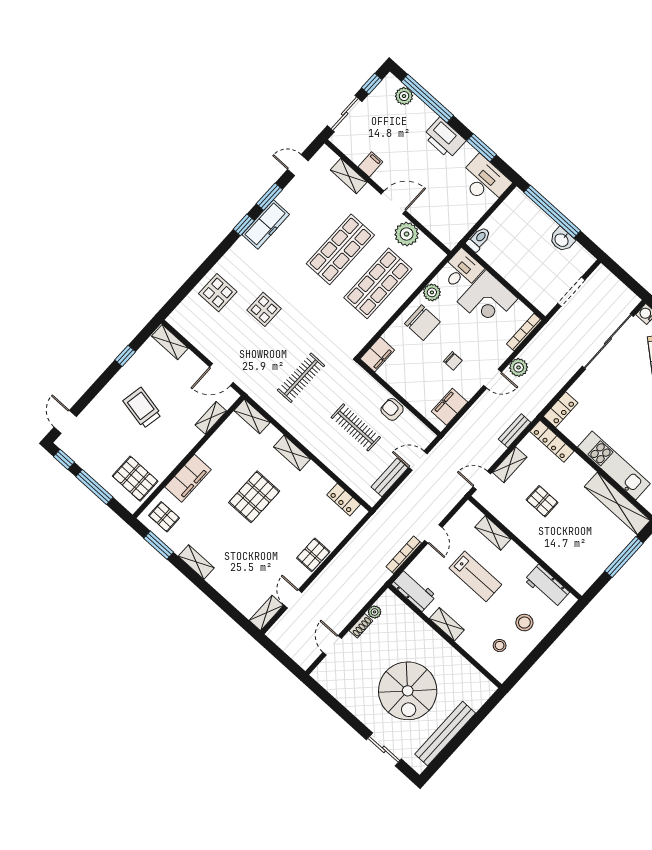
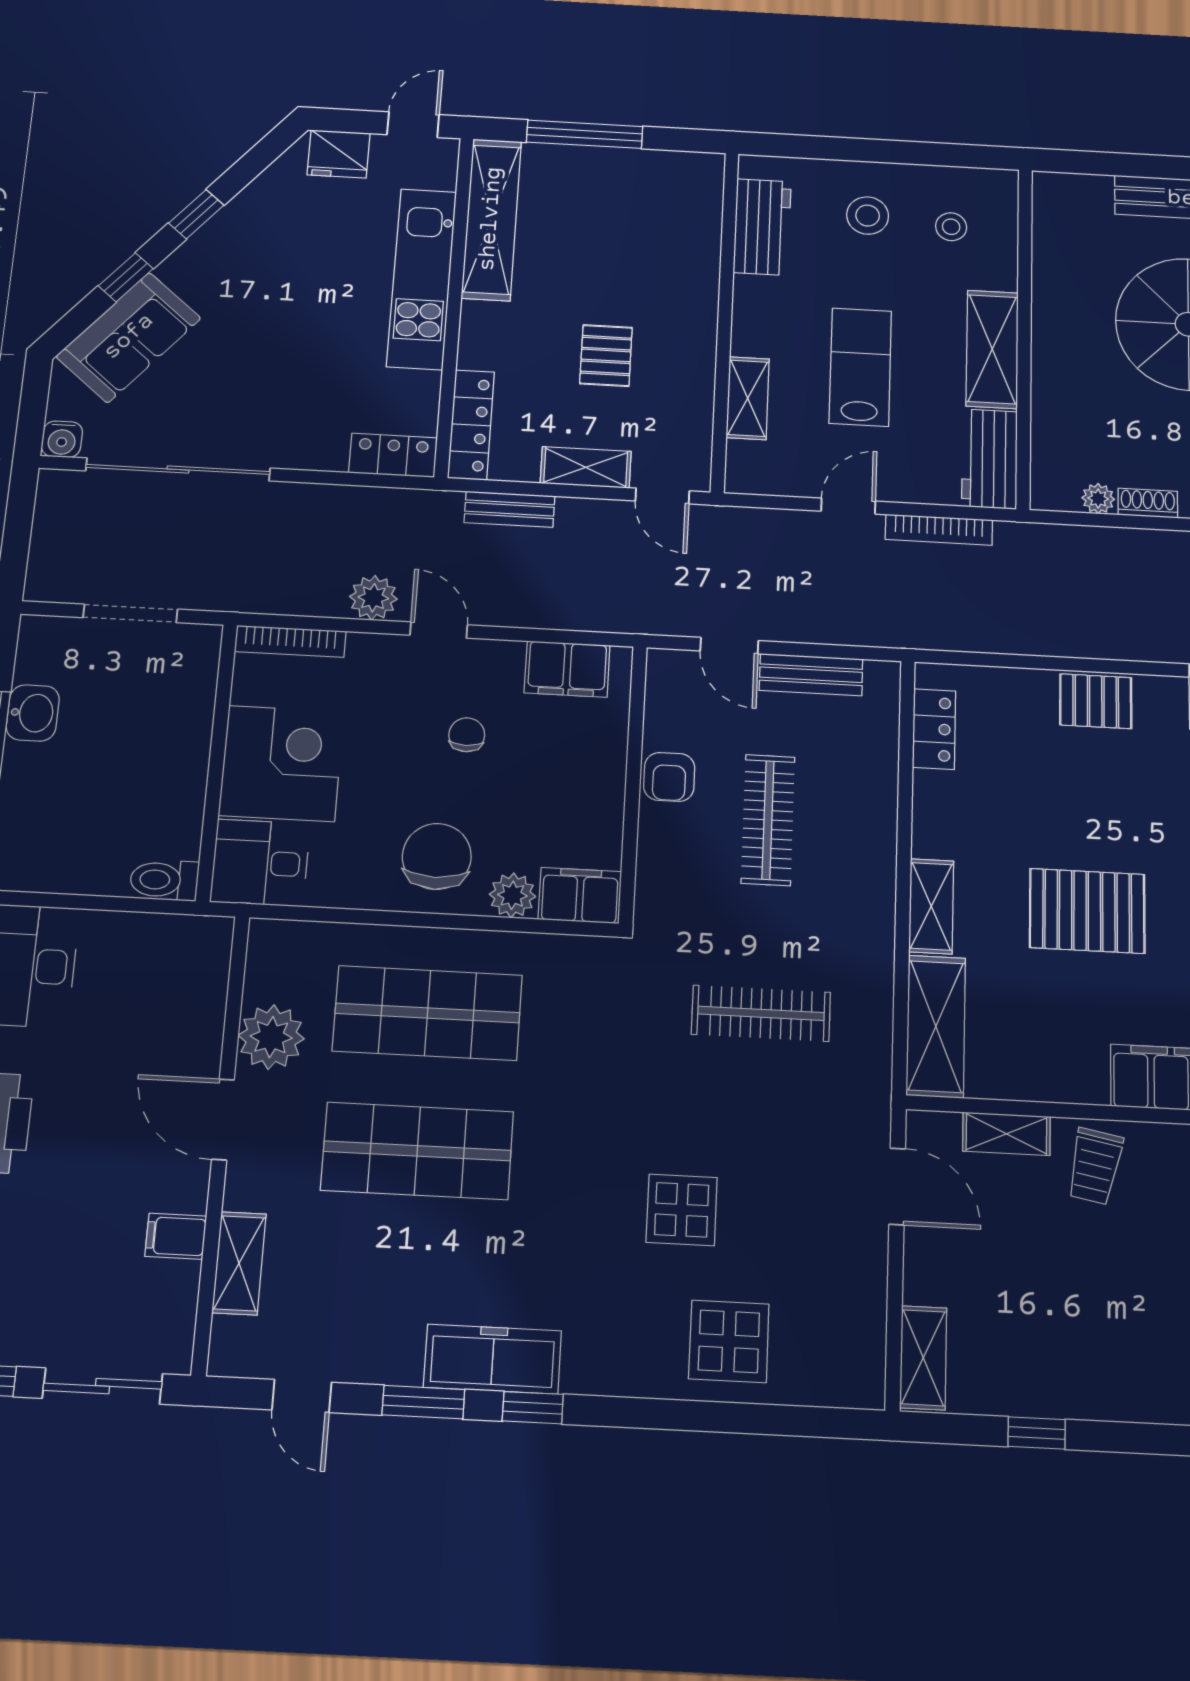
plant: (432, 292) -> (512, 895), moved
trolley: (142, 408) -> (1095, 1166), moved, width x0.73, depth x0.72
shelving: (252, 416) -> (936, 1026), width x1.50, depth x1.33
shelving: (447, 624) -> (992, 349), width x1.50, depth x1.33

